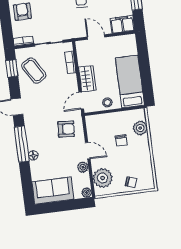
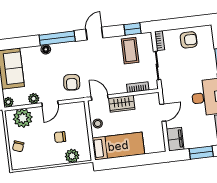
coffee table: (34, 71) -> (130, 51), turned -58

